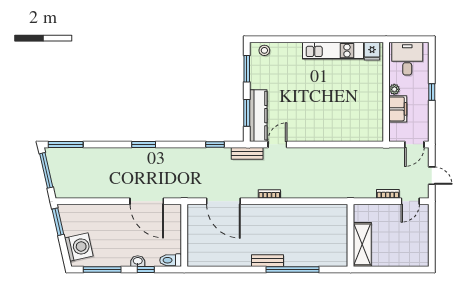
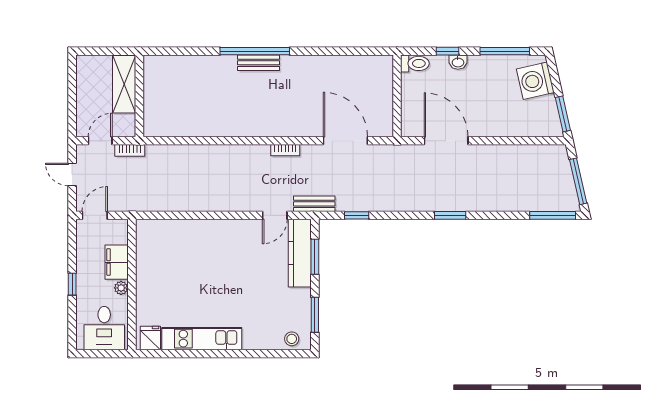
wall: (351, 235) -> (139, 96), moved
shelving: (362, 244) -> (124, 84), moved
bench: (267, 261) -> (258, 63), moved

